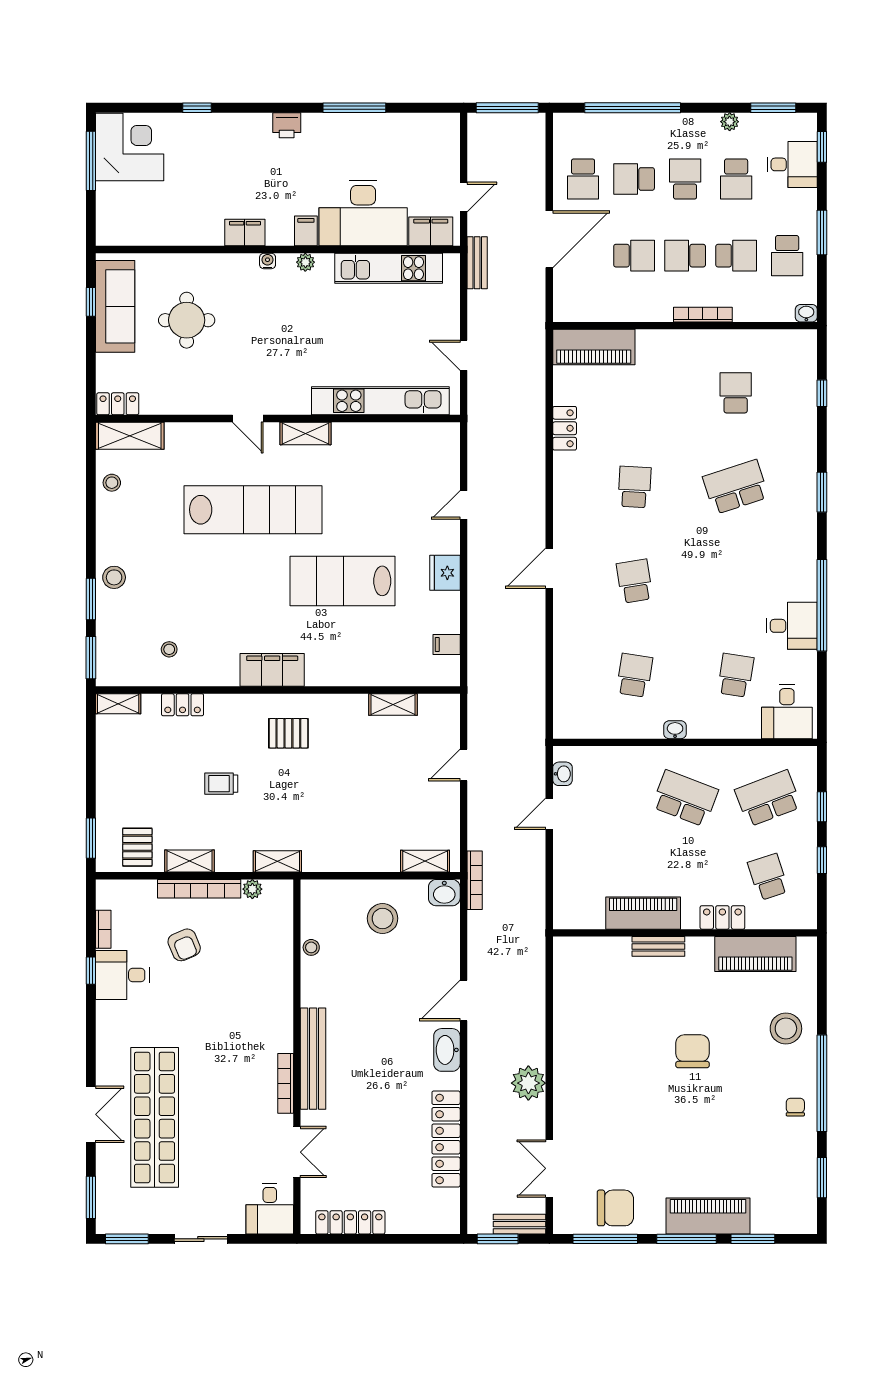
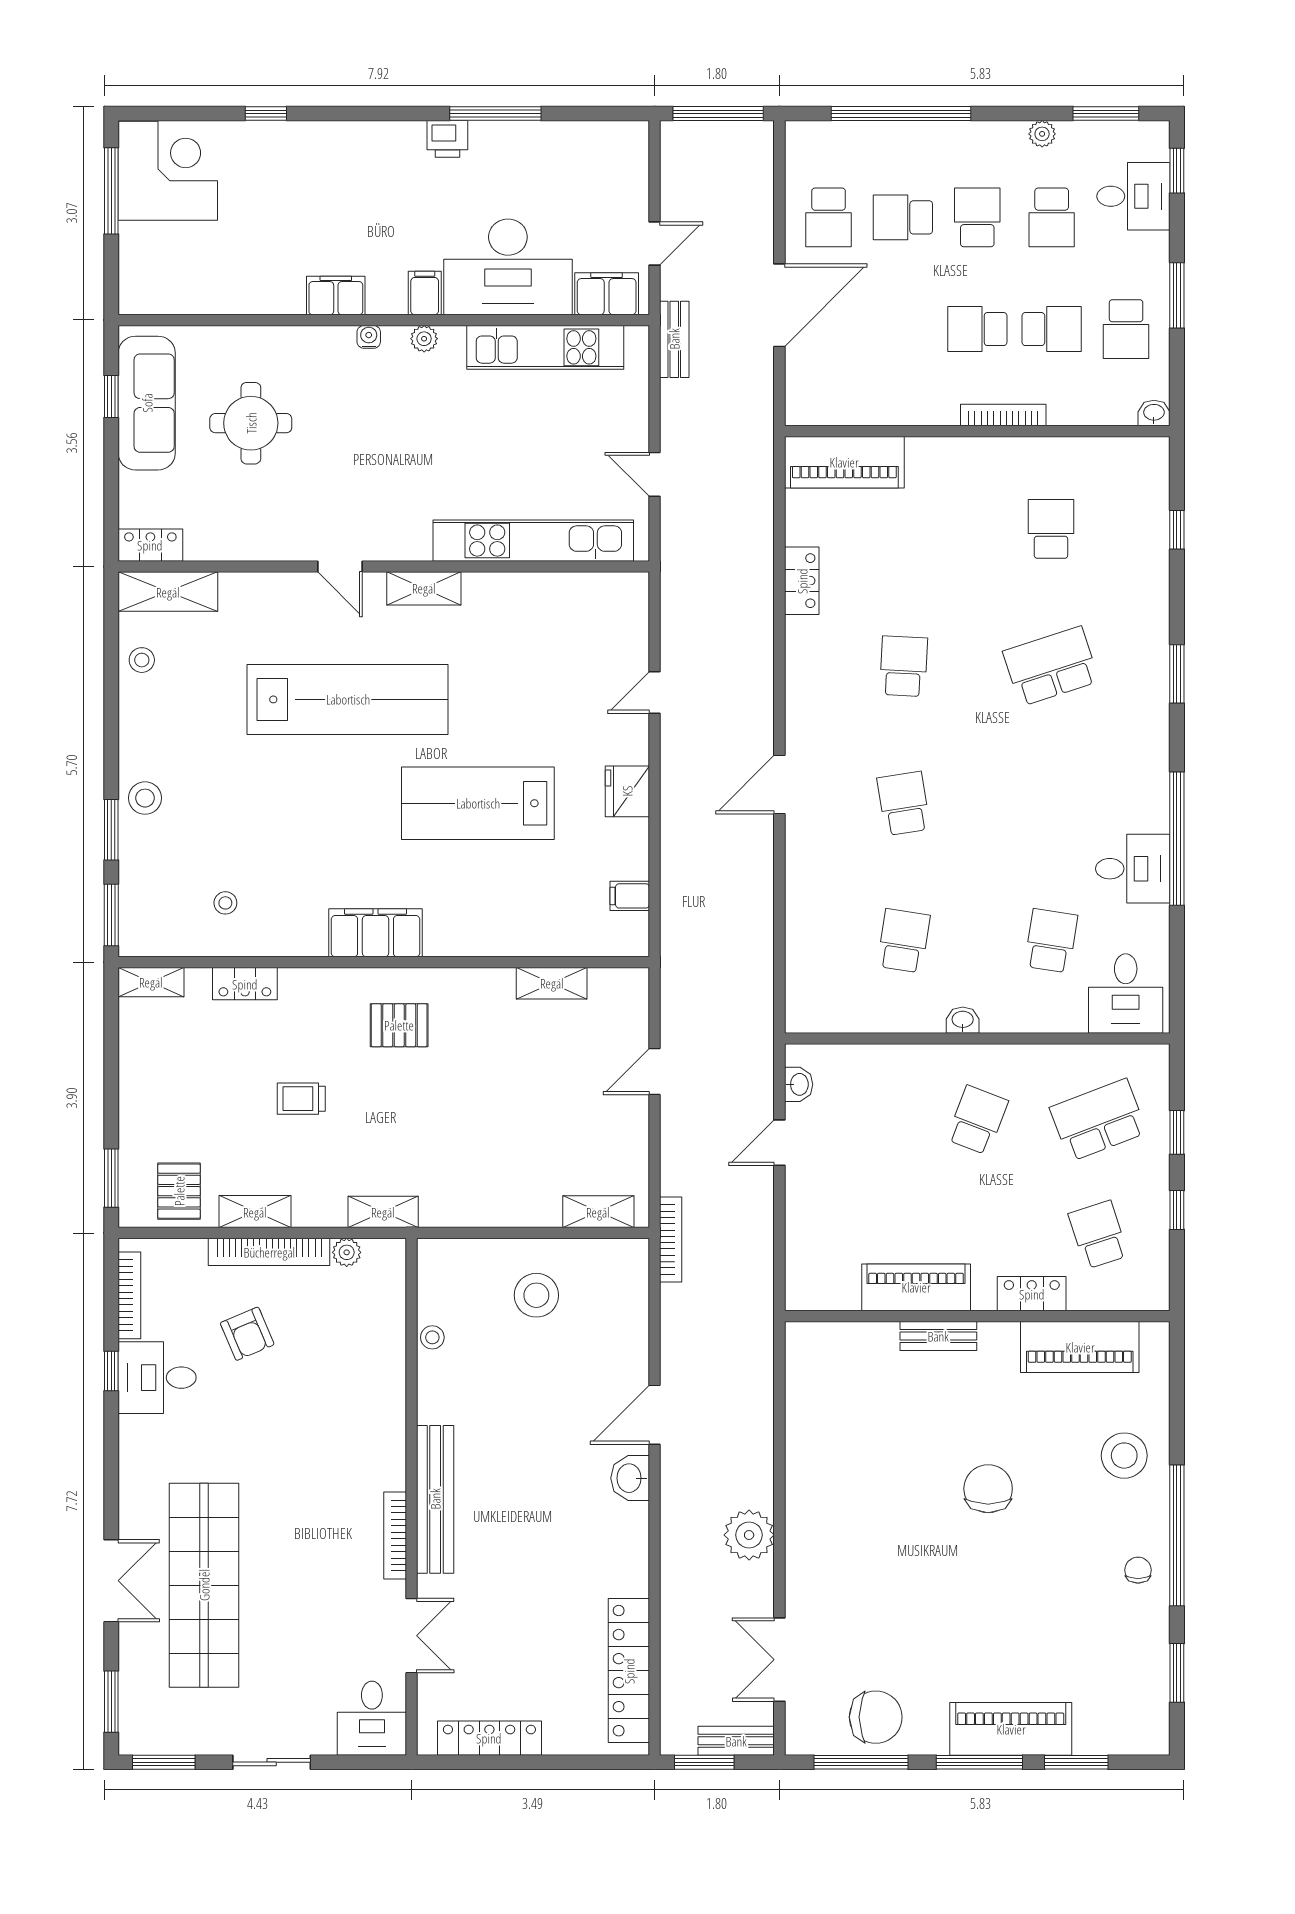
printer: (287, 125) -> (447, 139), moved
school desk: (634, 256) -> (903, 329), removed
school desk: (685, 798) -> (977, 1120), width x0.54
washbasin: (444, 893) -> (626, 1258), removed
bookcase: (103, 929) -> (129, 1295), width x1.56
washbasin: (447, 1050) -> (630, 1478), width x0.72
locker: (446, 1139) -> (629, 1671), moved

